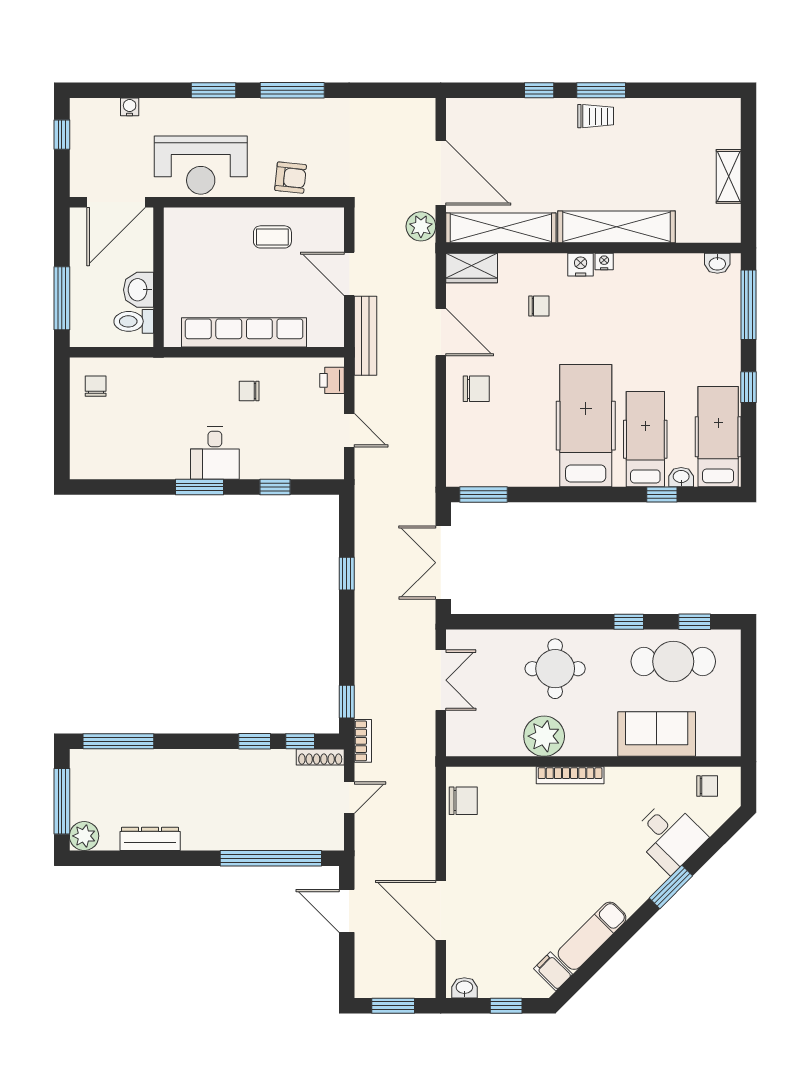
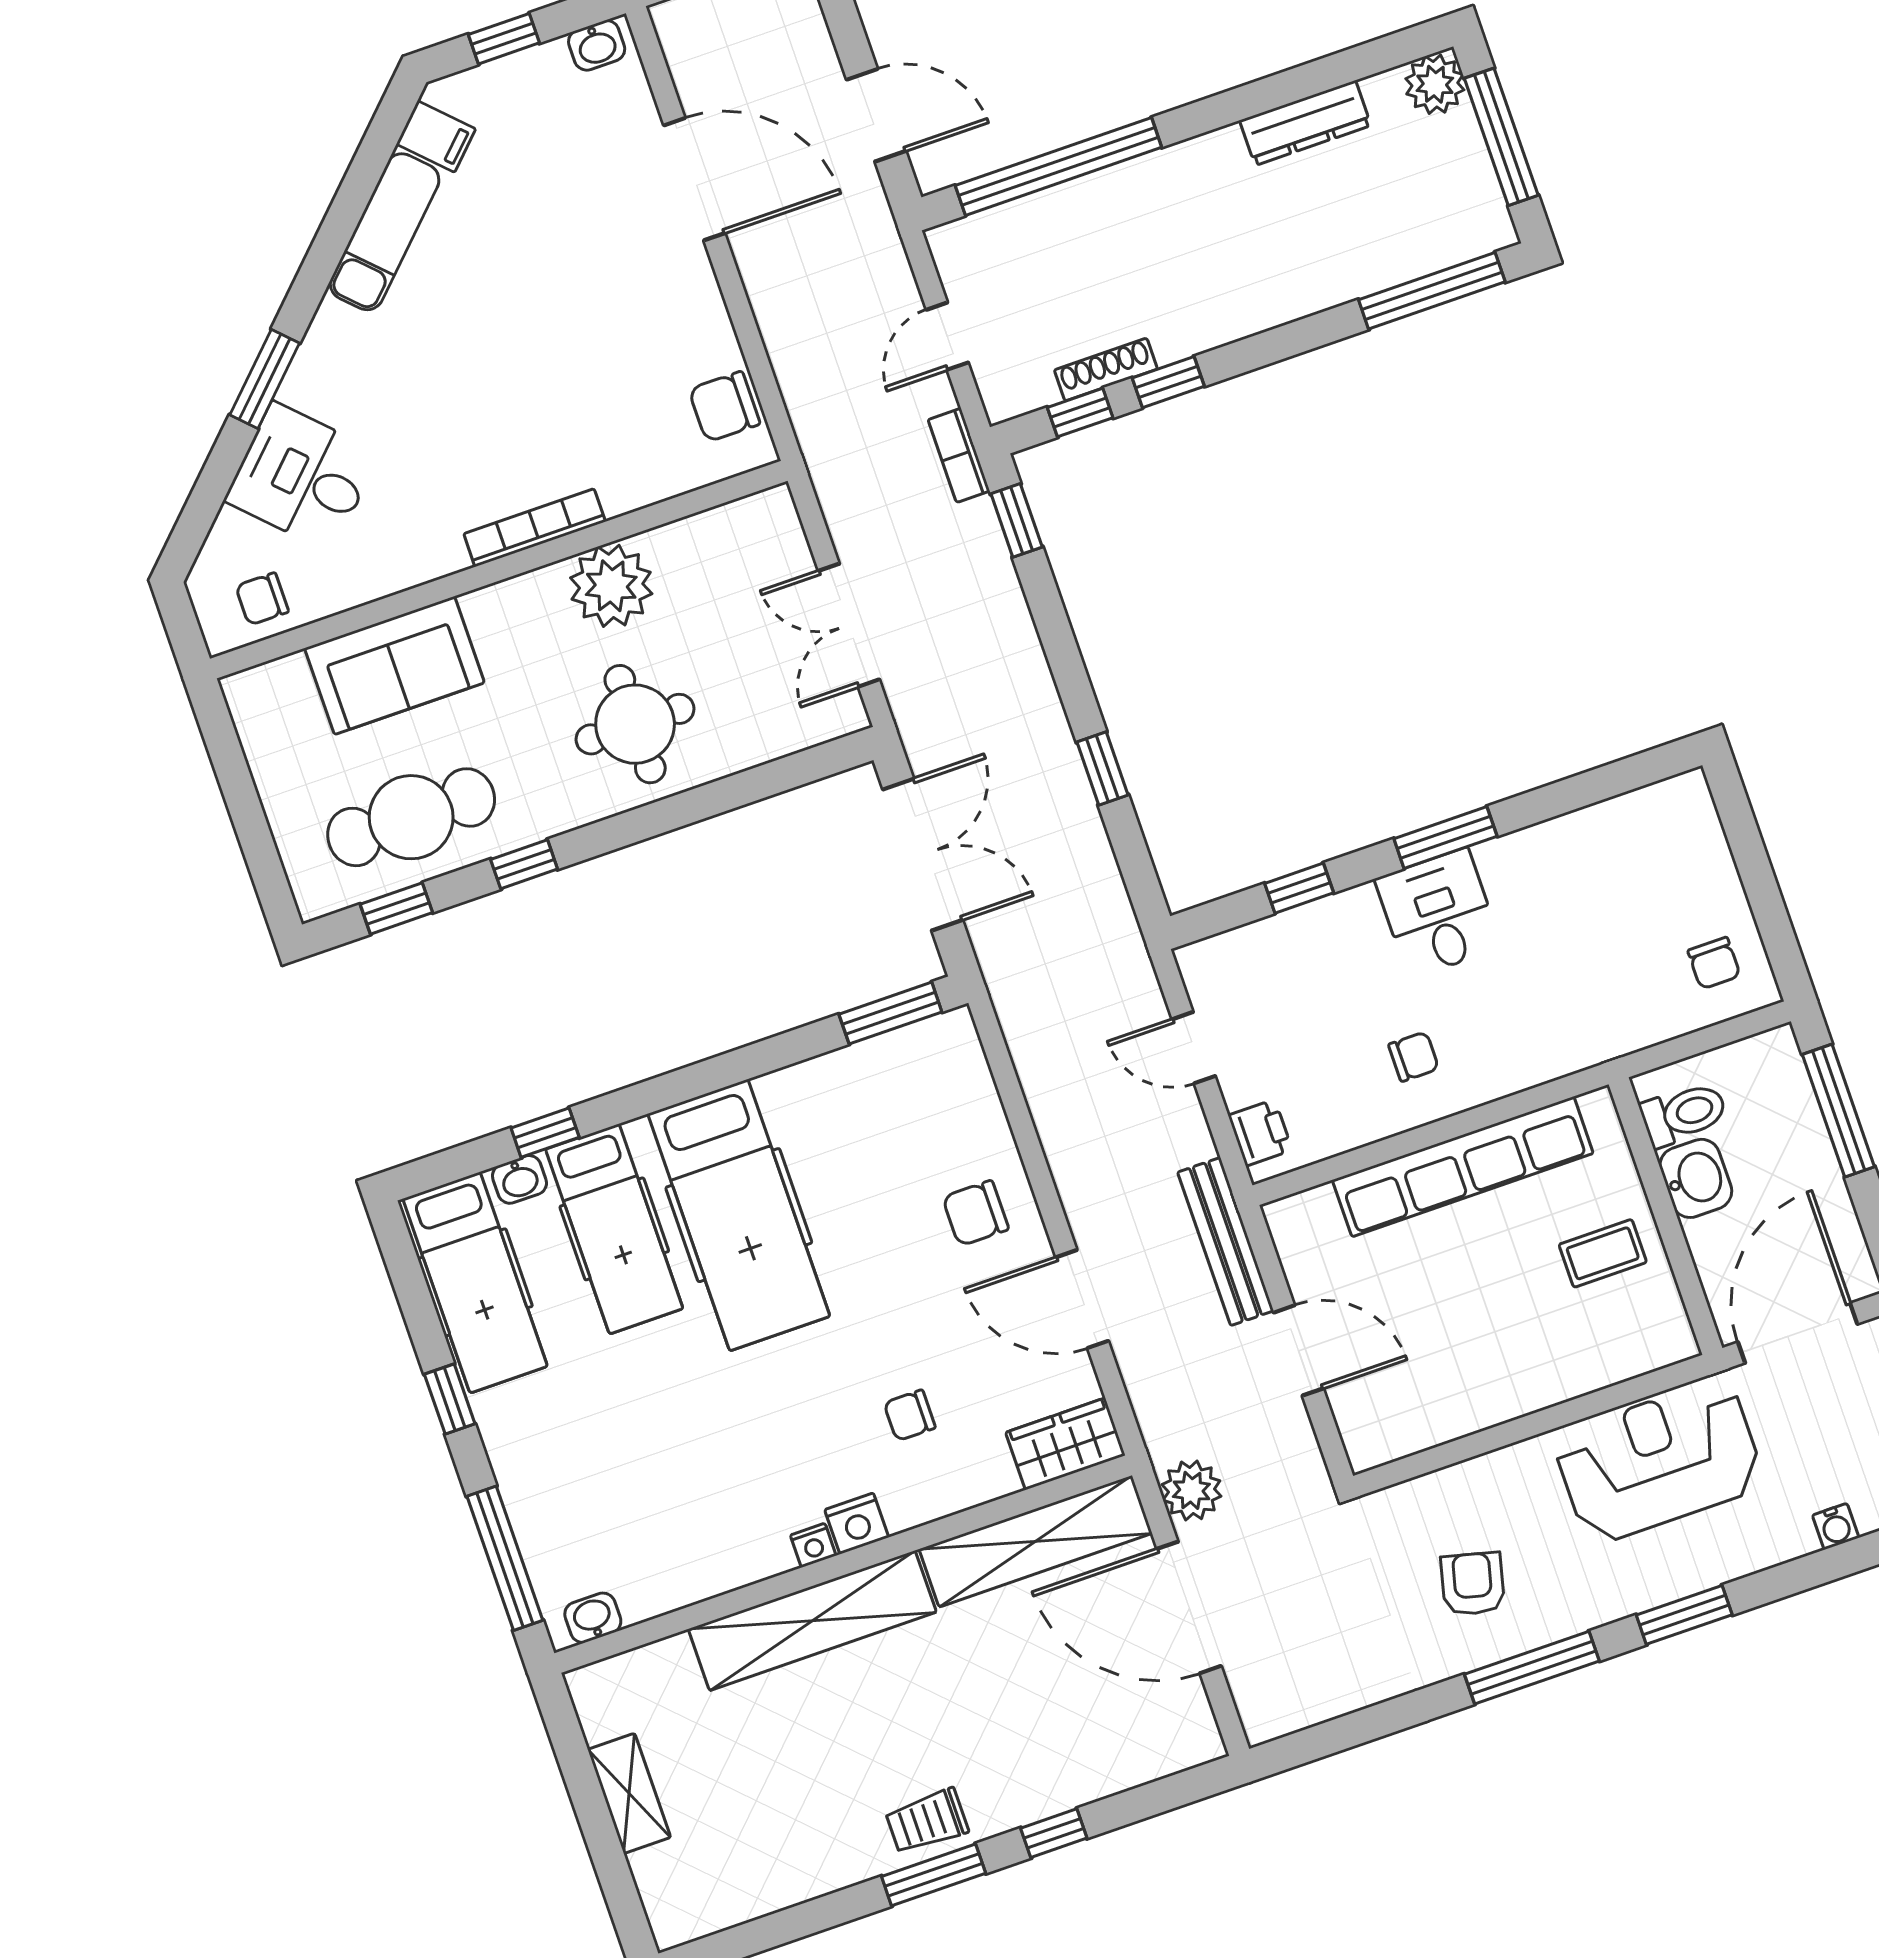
armchair: (291, 178) -> (1473, 1584), moved, turned 98
coffee table: (272, 237) -> (1603, 1253), moved
shoe rack: (320, 757) -> (1106, 370), moved

